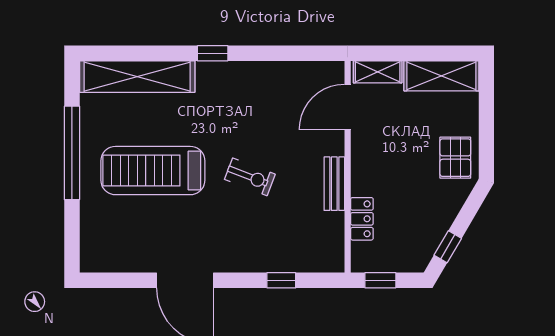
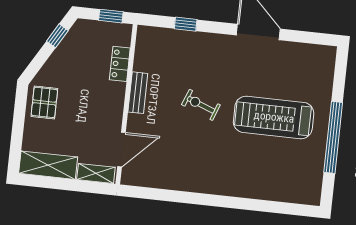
window: (213, 53) -> (219, 201), removed
shelving: (137, 77) -> (278, 190), removed
treadmill: (153, 171) -> (274, 117), turned 180

